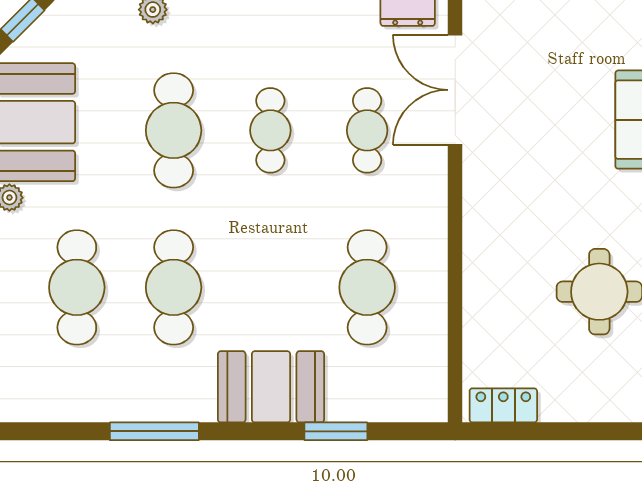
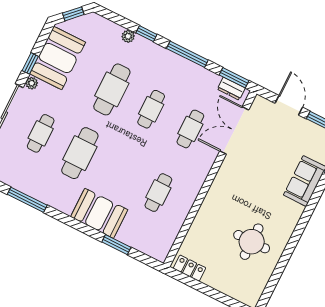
cafe table: (77, 287) -> (41, 133), width x0.73, depth x0.74
cafe table: (367, 287) -> (158, 193), width x0.73, depth x0.74
window: (154, 431) -> (27, 200), moved

